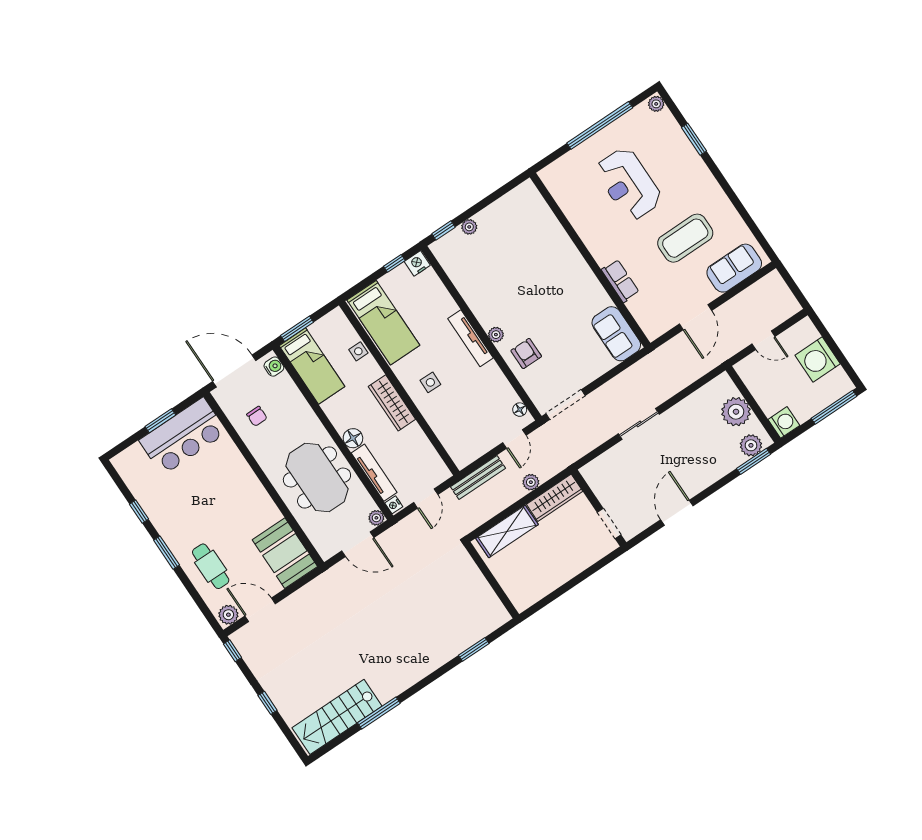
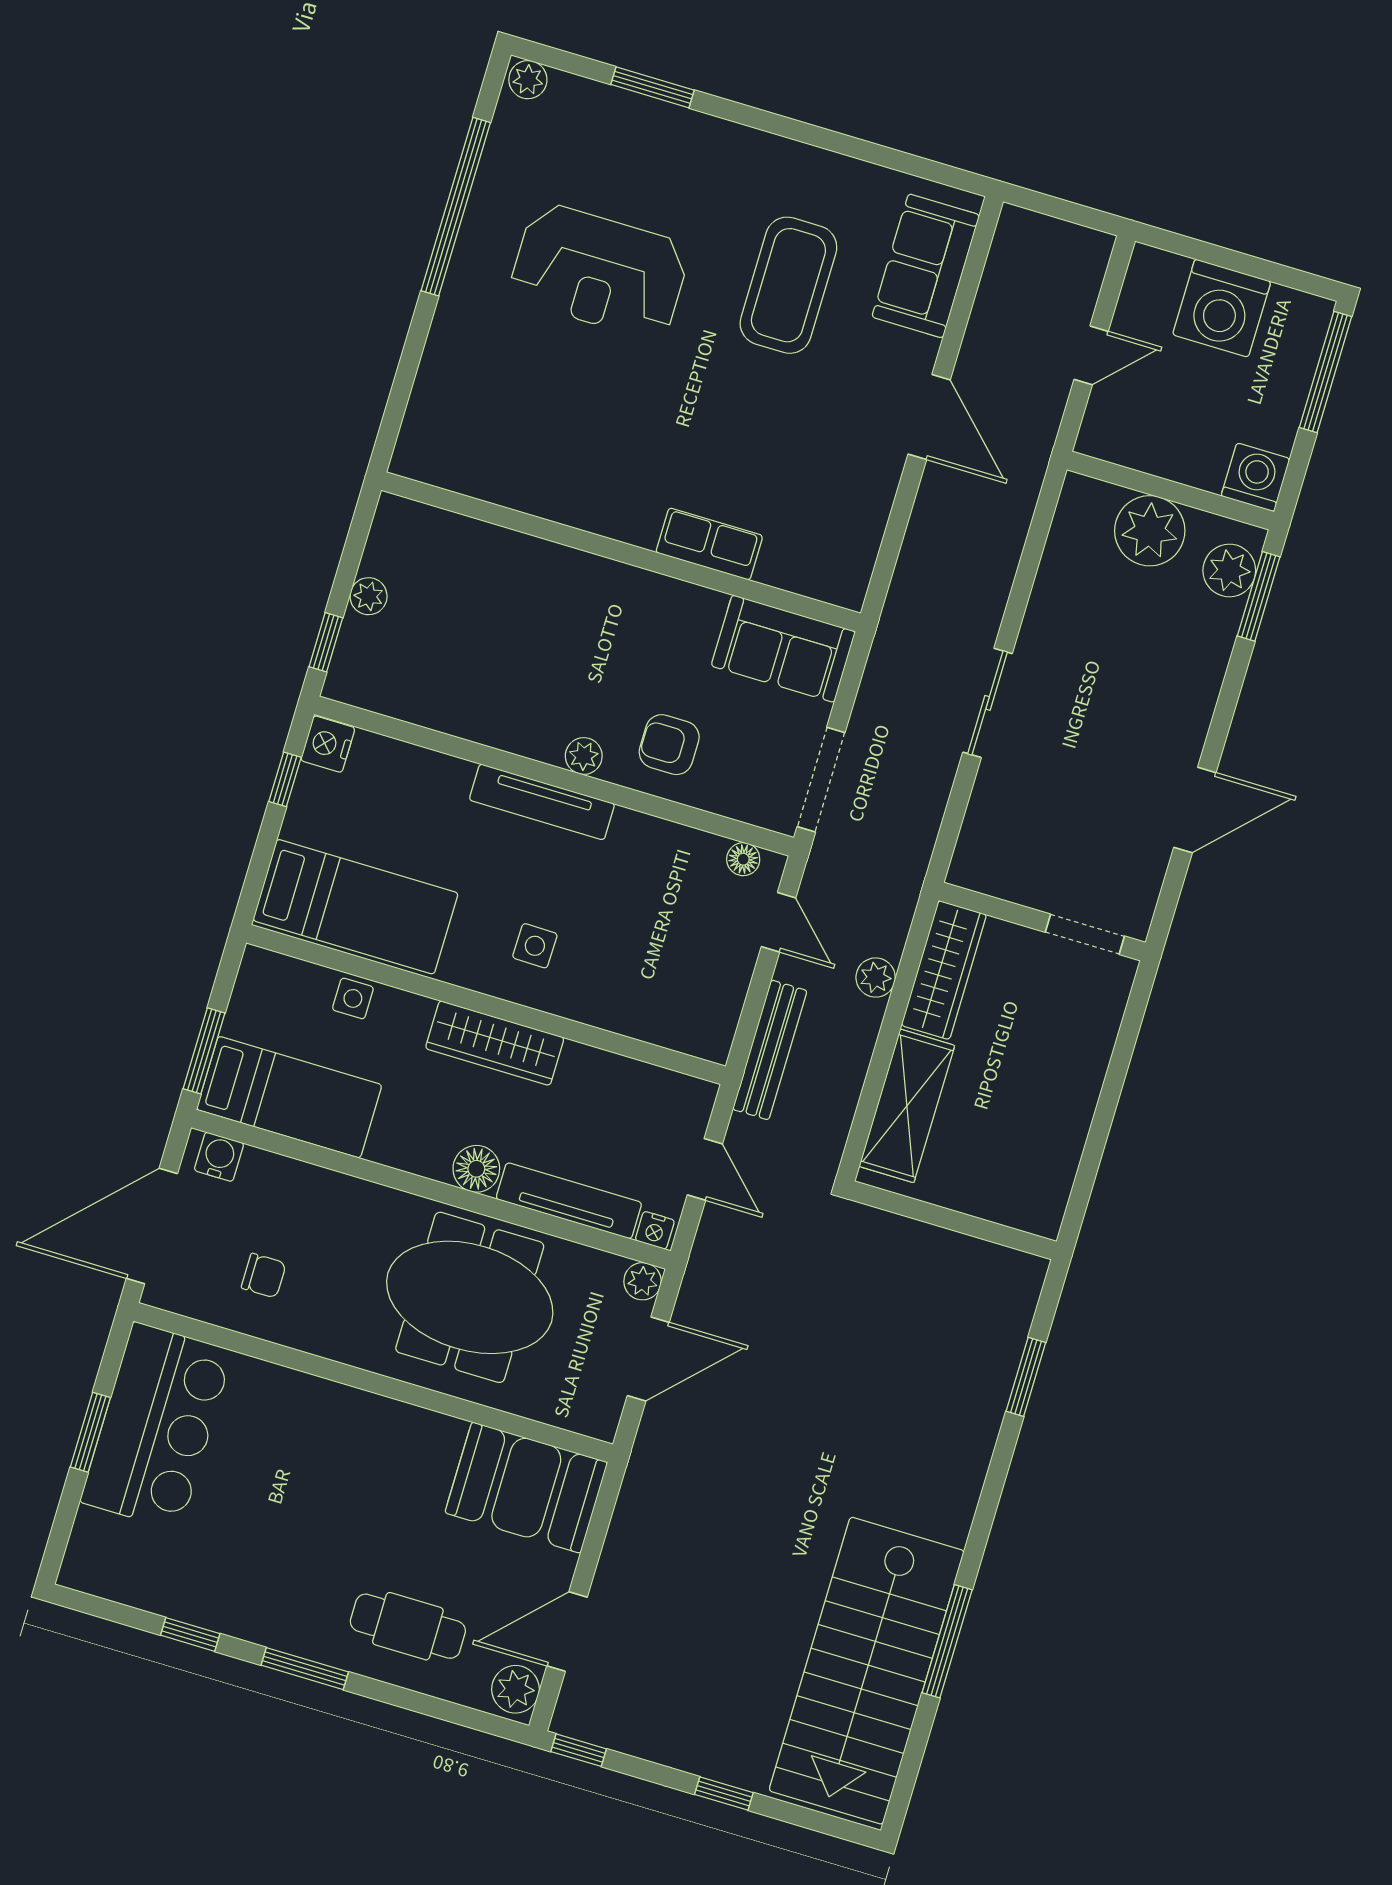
wall: (590, 260) -> (621, 552), moved
row of seats: (620, 281) -> (709, 544), moved
sofa: (616, 334) -> (783, 649), moved
door: (677, 513) -> (1195, 810), swing flipped
stairs: (337, 717) -> (867, 1671), width x1.36, depth x1.51

